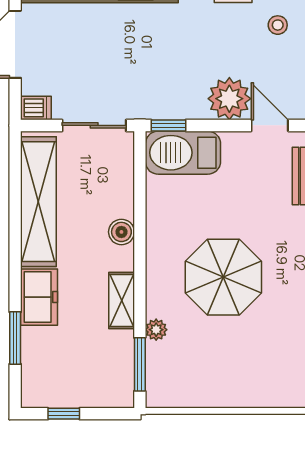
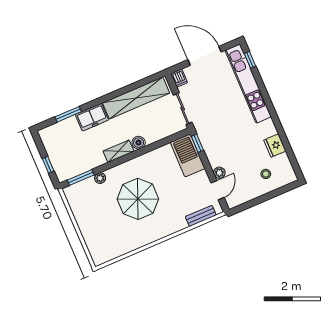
plant: (229, 99) -> (219, 173), width x0.53, depth x0.53
shelving: (122, 301) -> (119, 151), moved
window: (64, 414) -> (48, 165), moved

